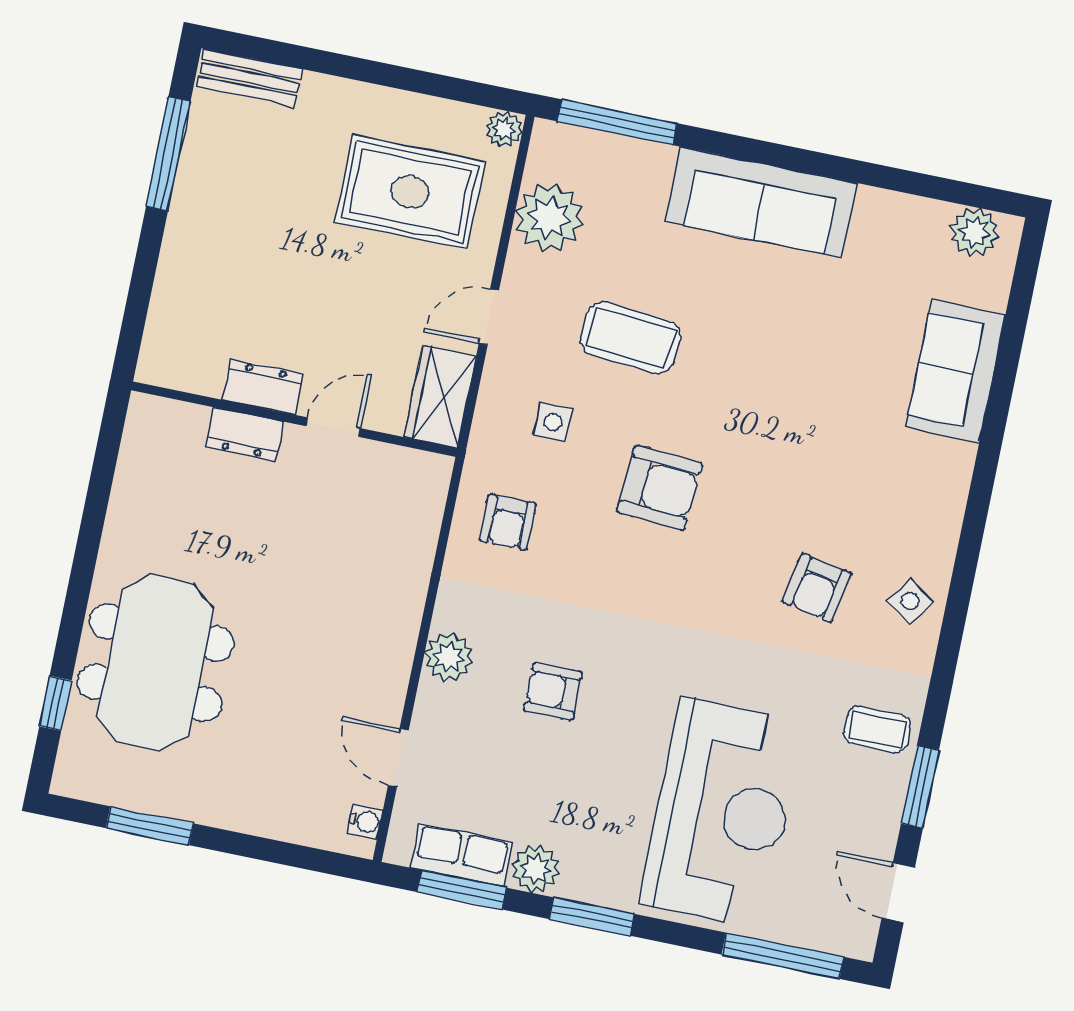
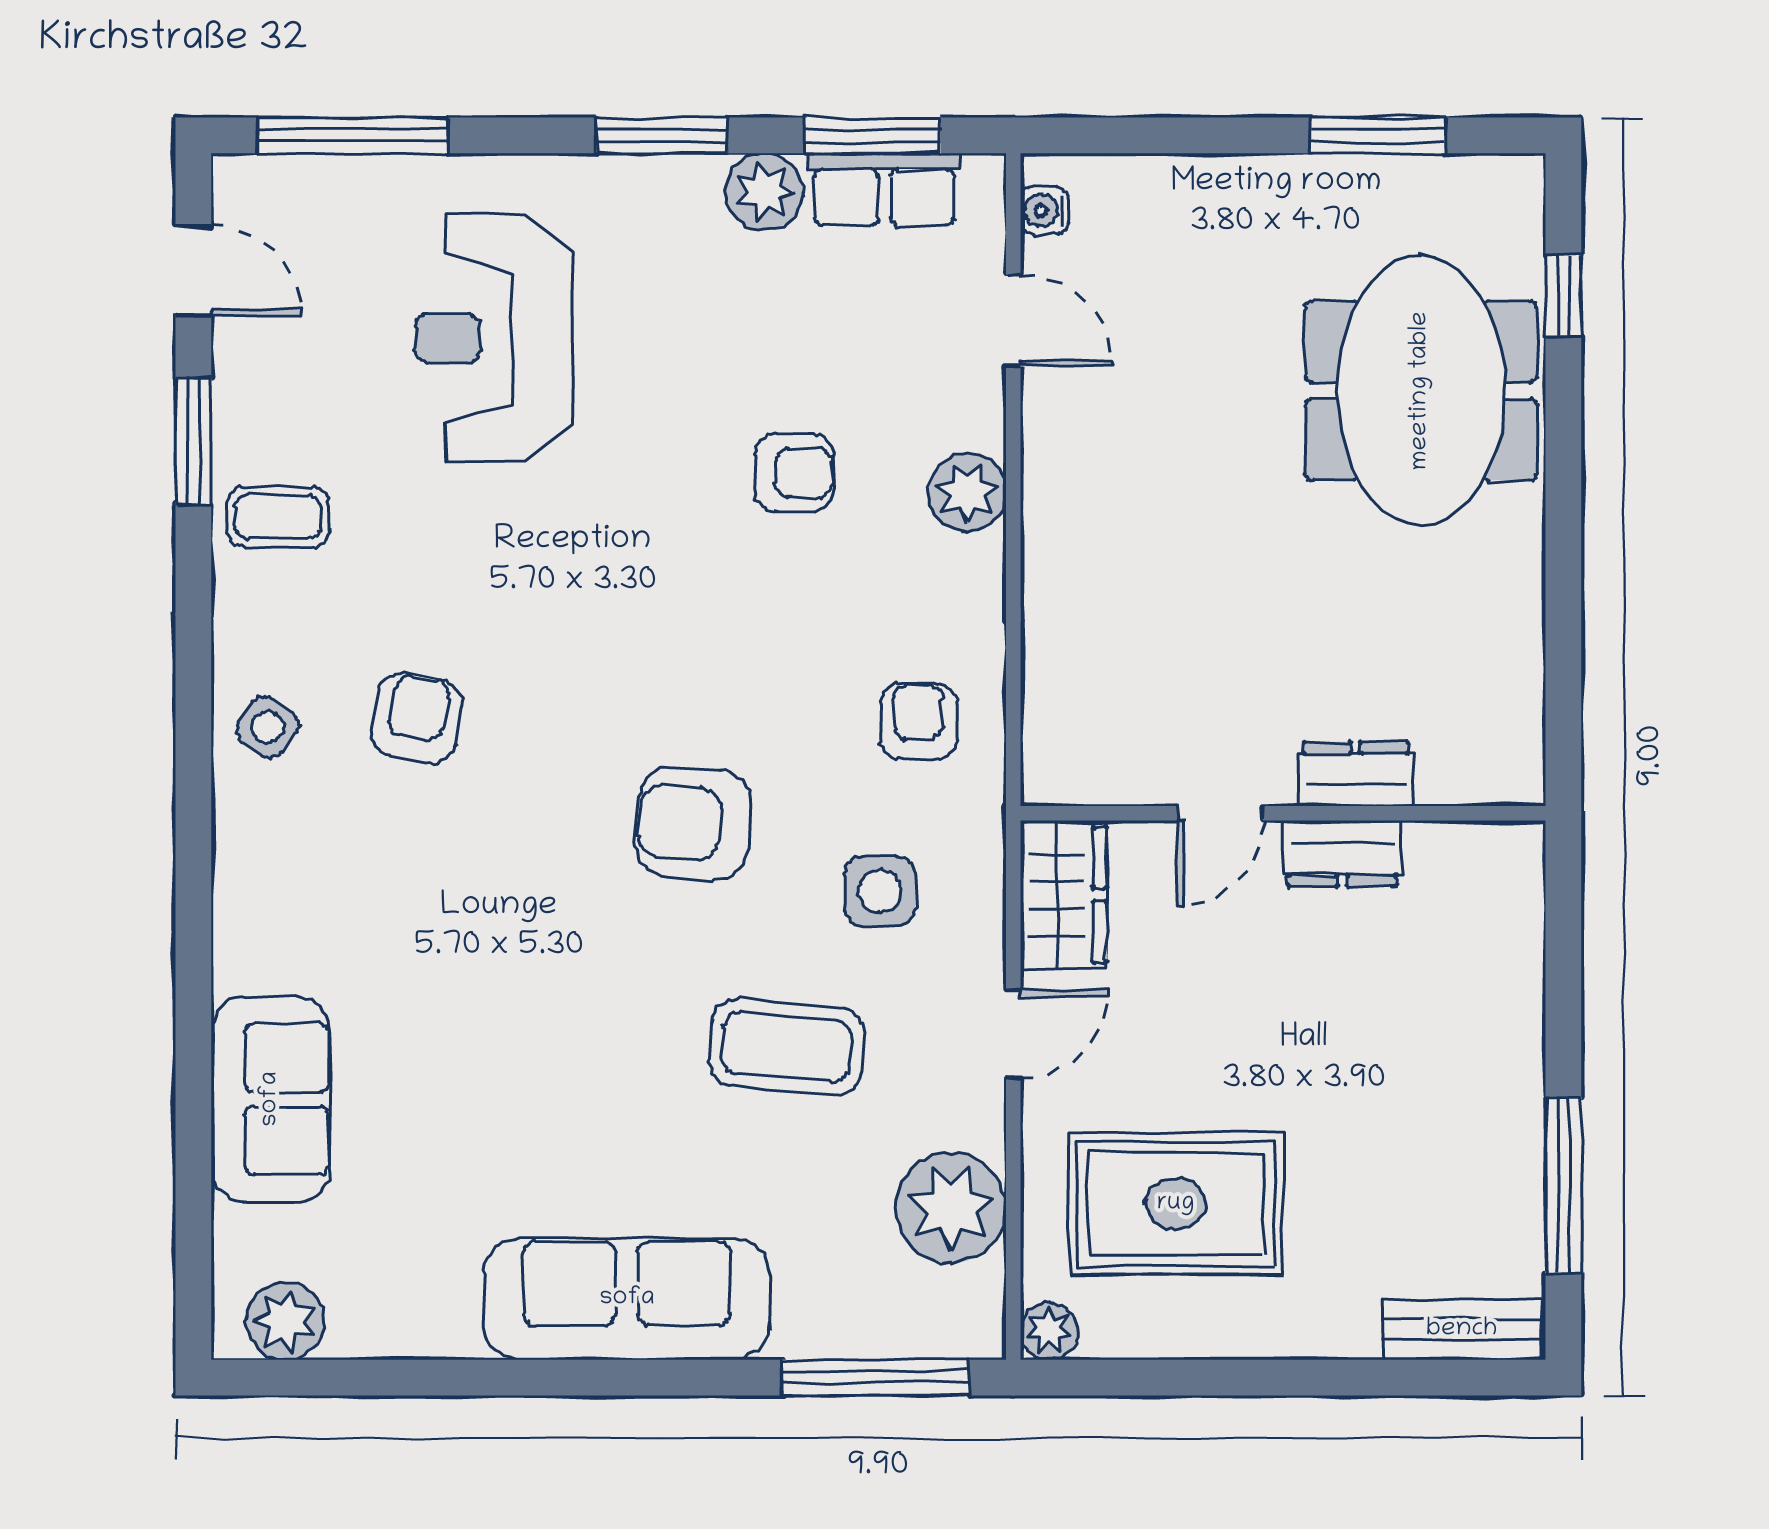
side table: (553, 422) -> (880, 891), width x1.37, depth x1.37
reception desk: (722, 813) -> (493, 338), width x0.74, depth x0.77

